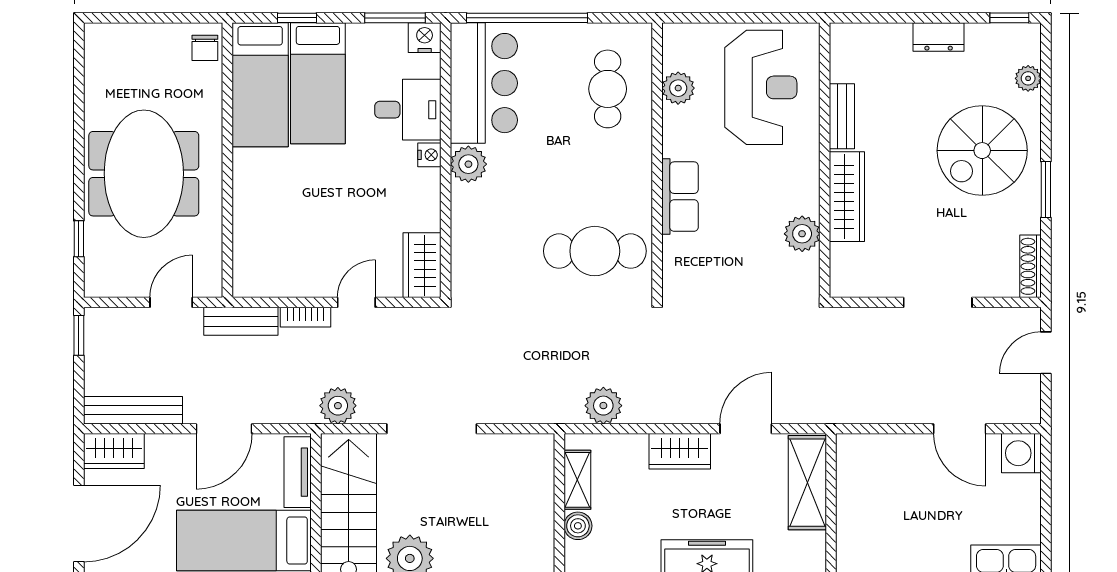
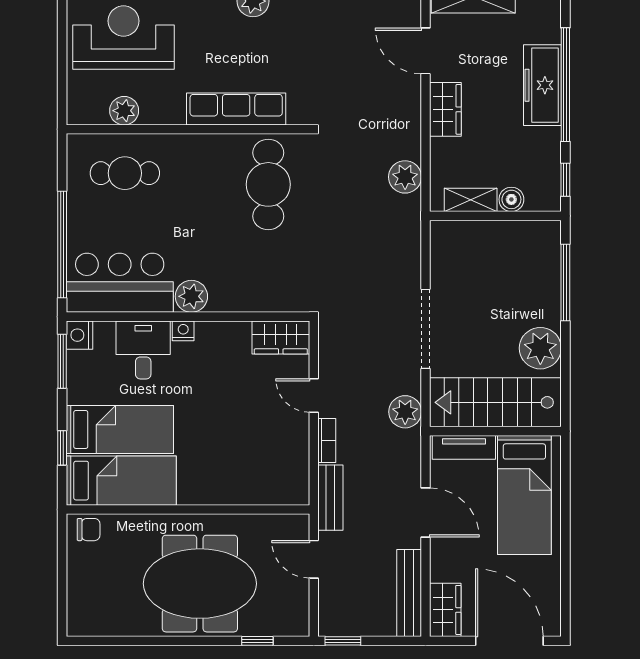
row of seats: (680, 197) -> (236, 109), width x1.48

